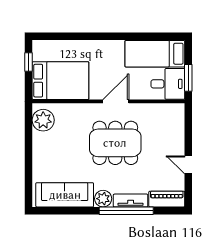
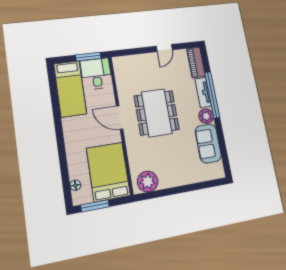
floor lamp: (53, 45) -> (75, 185), added
window: (29, 62) -> (95, 206), width x1.50
sofa: (65, 195) -> (208, 143), width x0.73

